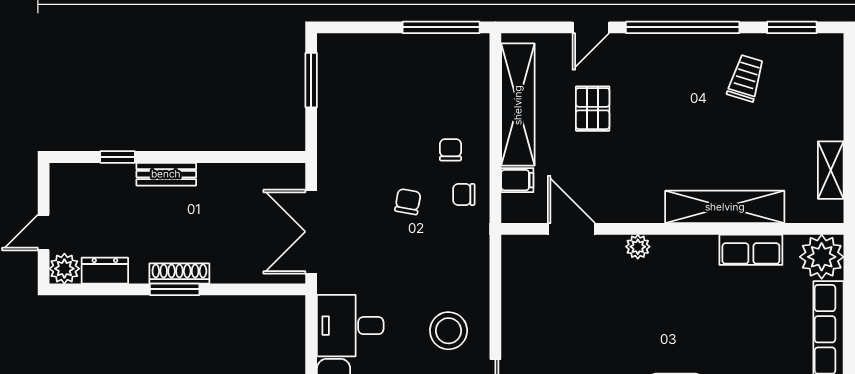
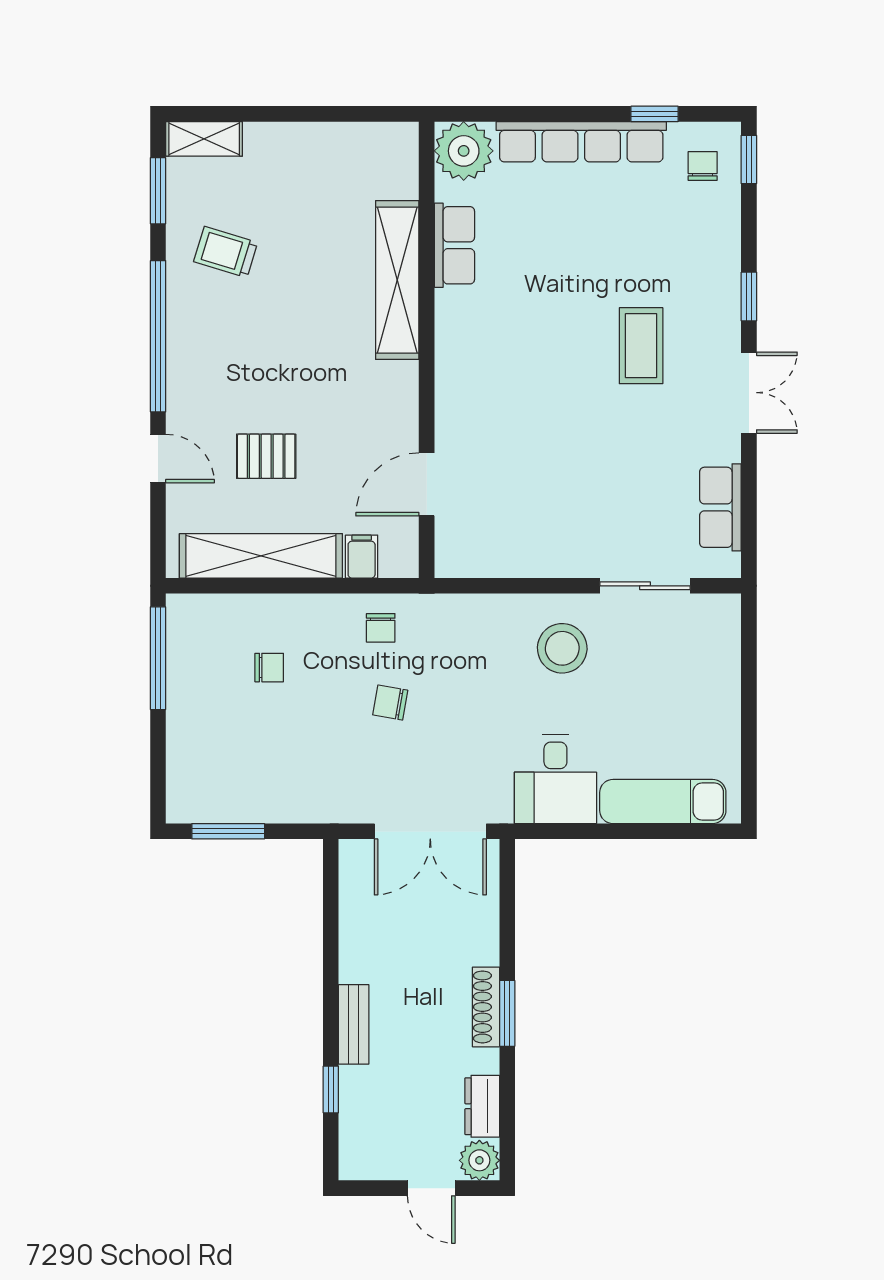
chair: (451, 150) -> (269, 668), moved, turned 180
shelving: (831, 170) -> (204, 139), moved
plant: (638, 247) -> (450, 396), removed

